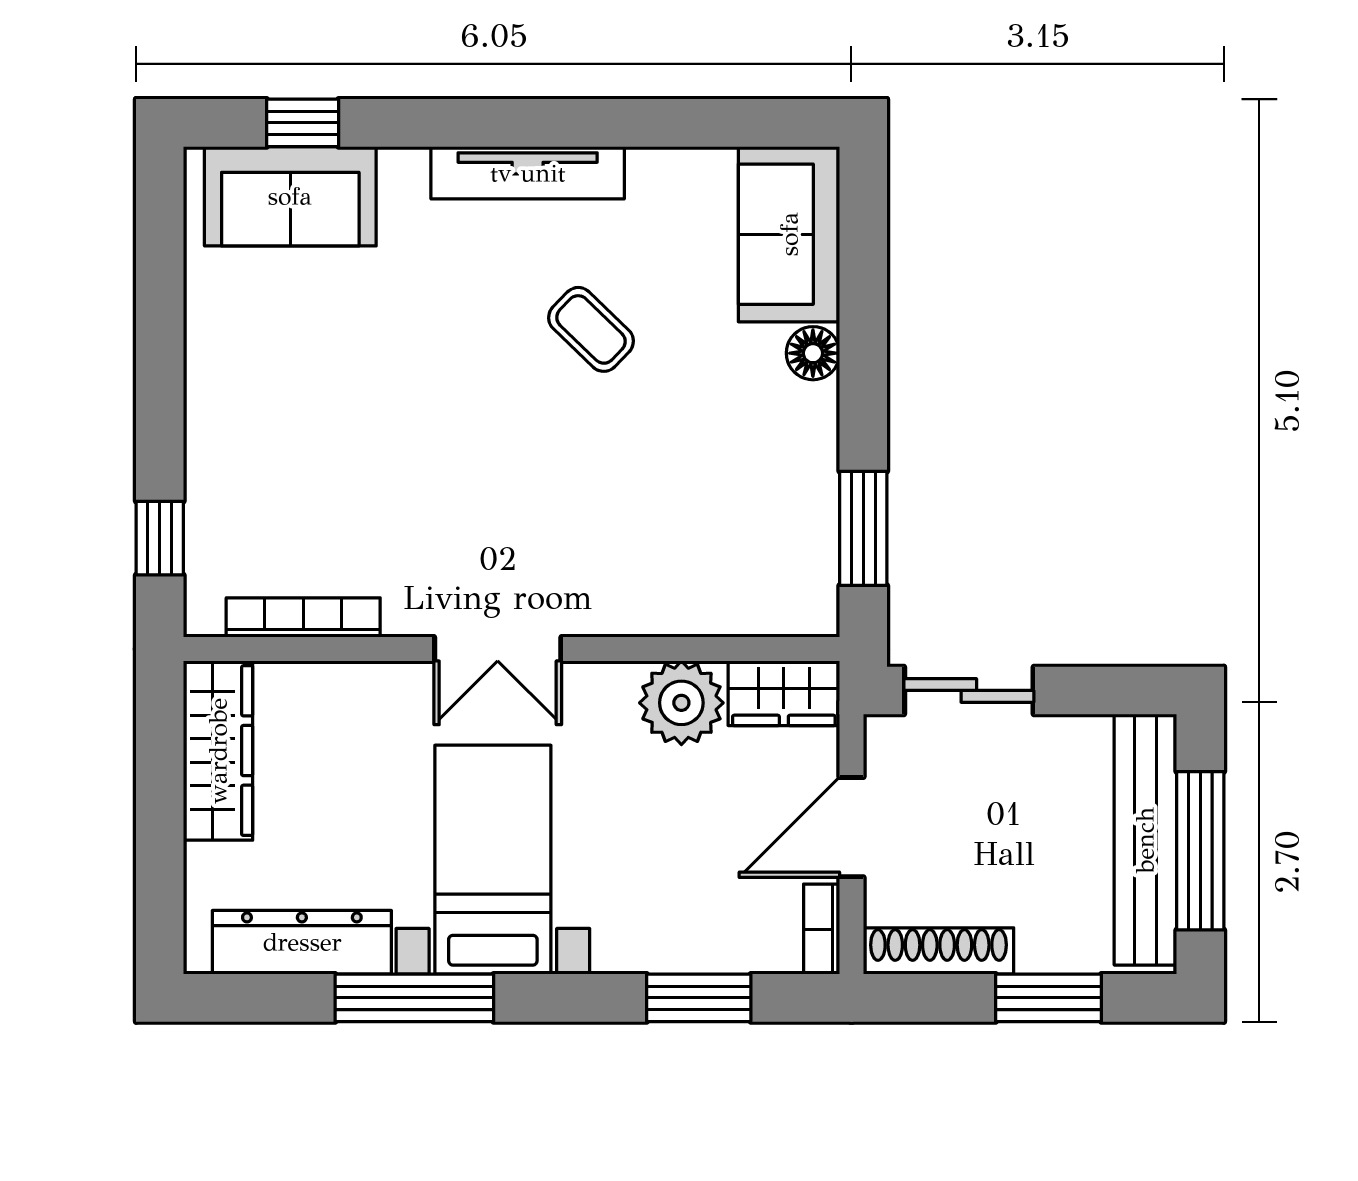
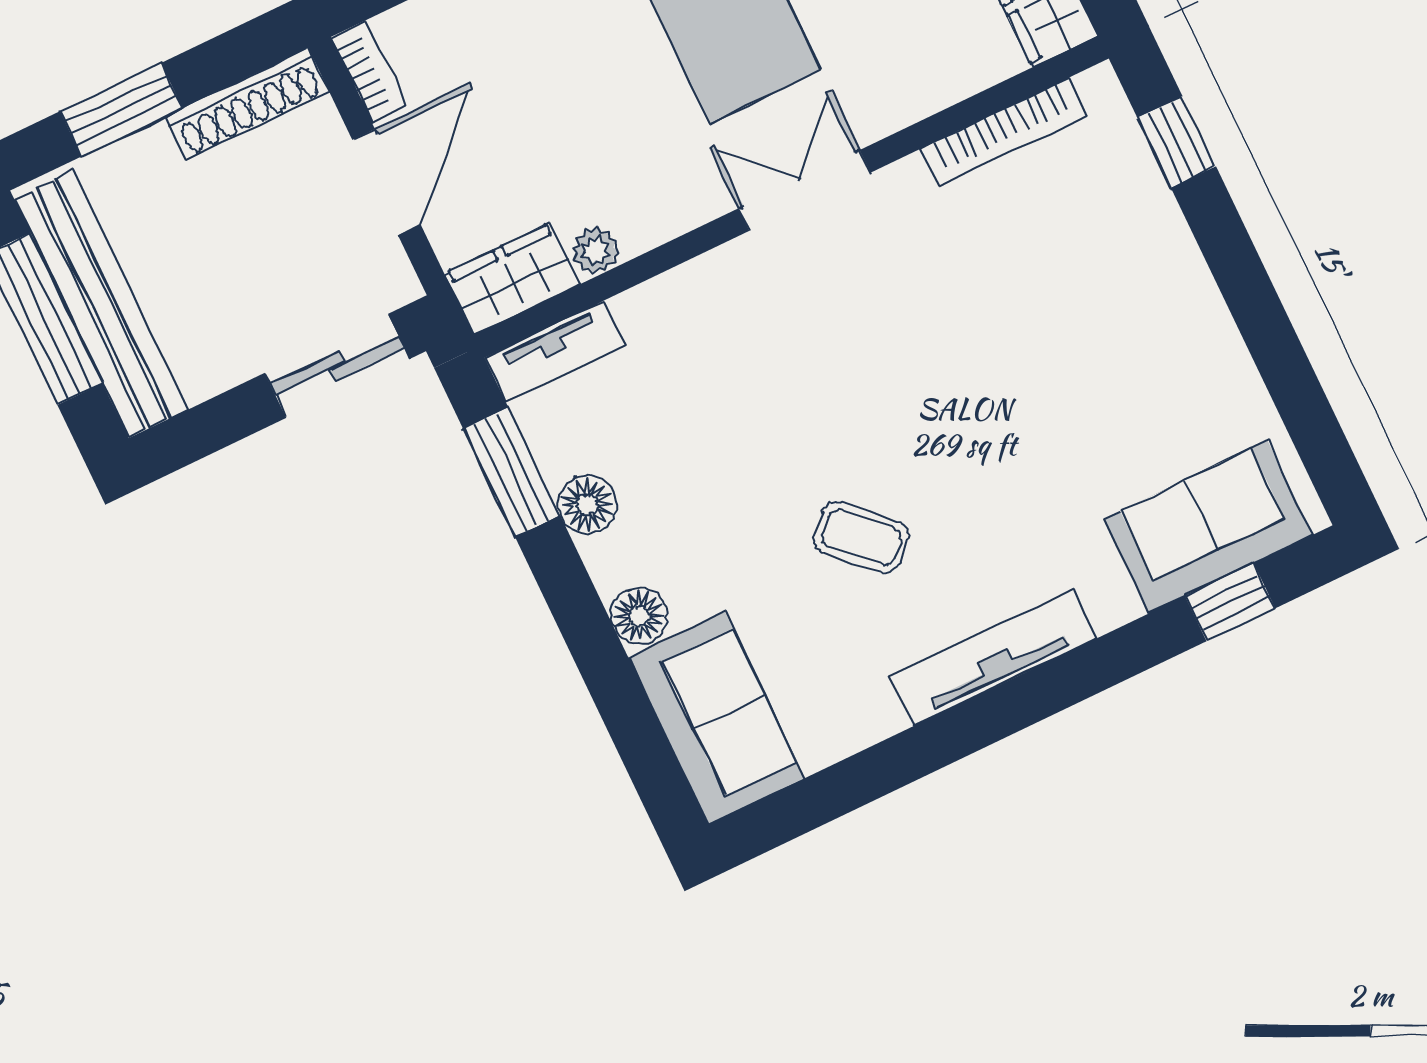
floor lamp: (812, 470) -> (587, 504), added
tv unit: (777, 613) -> (555, 352), added
plant: (681, 703) -> (595, 251), width x0.53, depth x0.53

